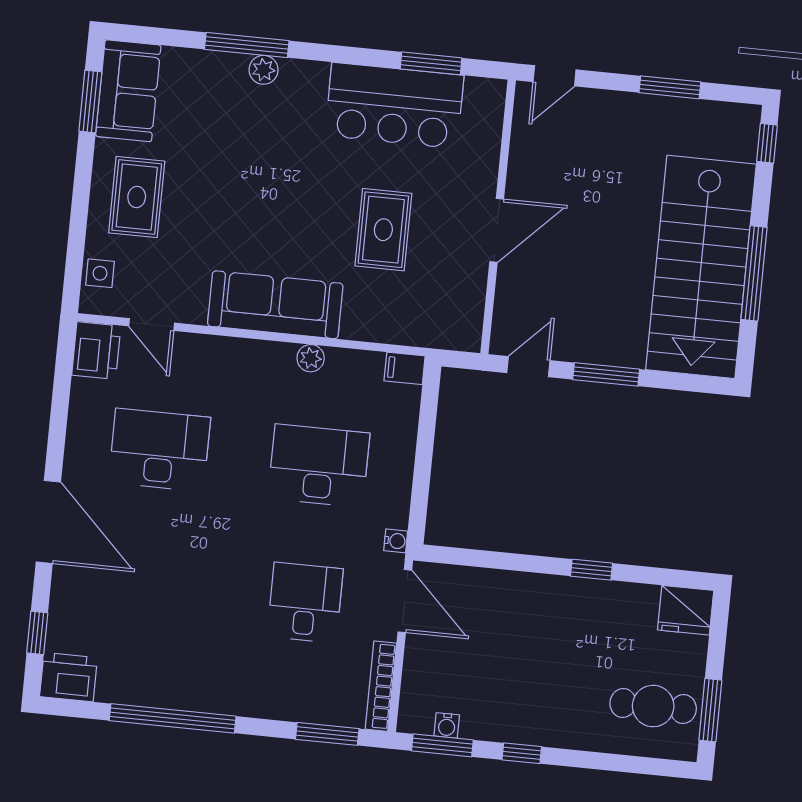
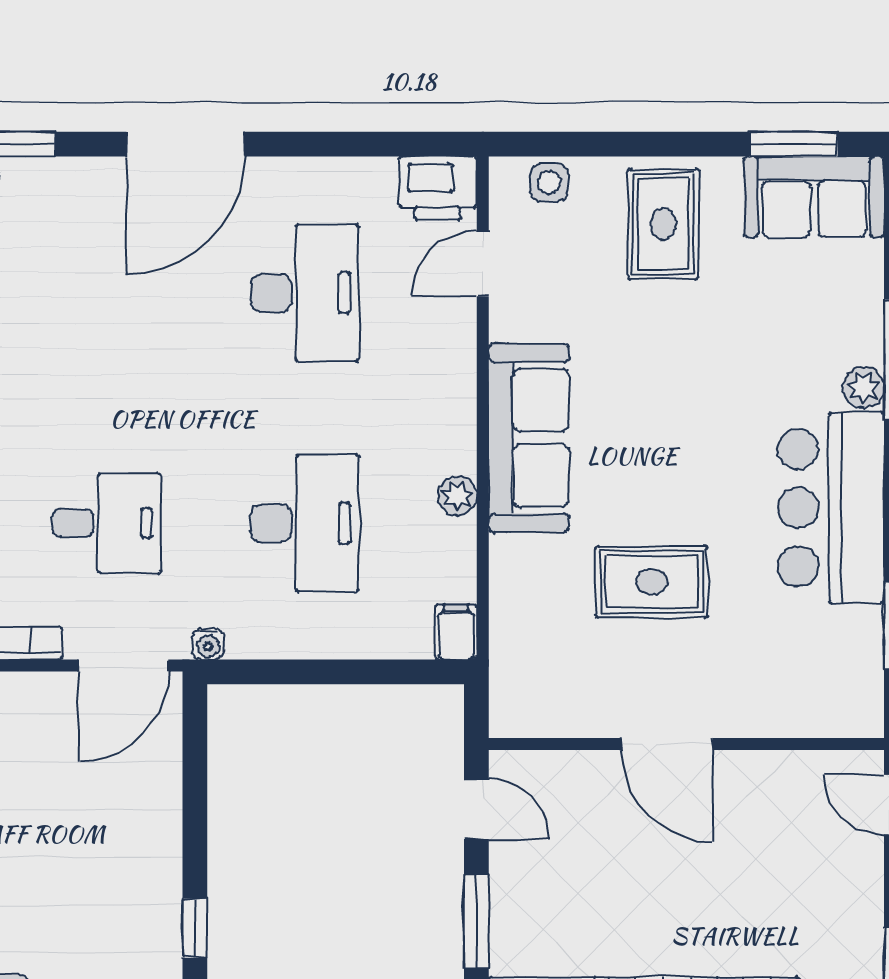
bar counter: (394, 105) -> (831, 508), moved
rug: (137, 197) -> (663, 224), turned 90

